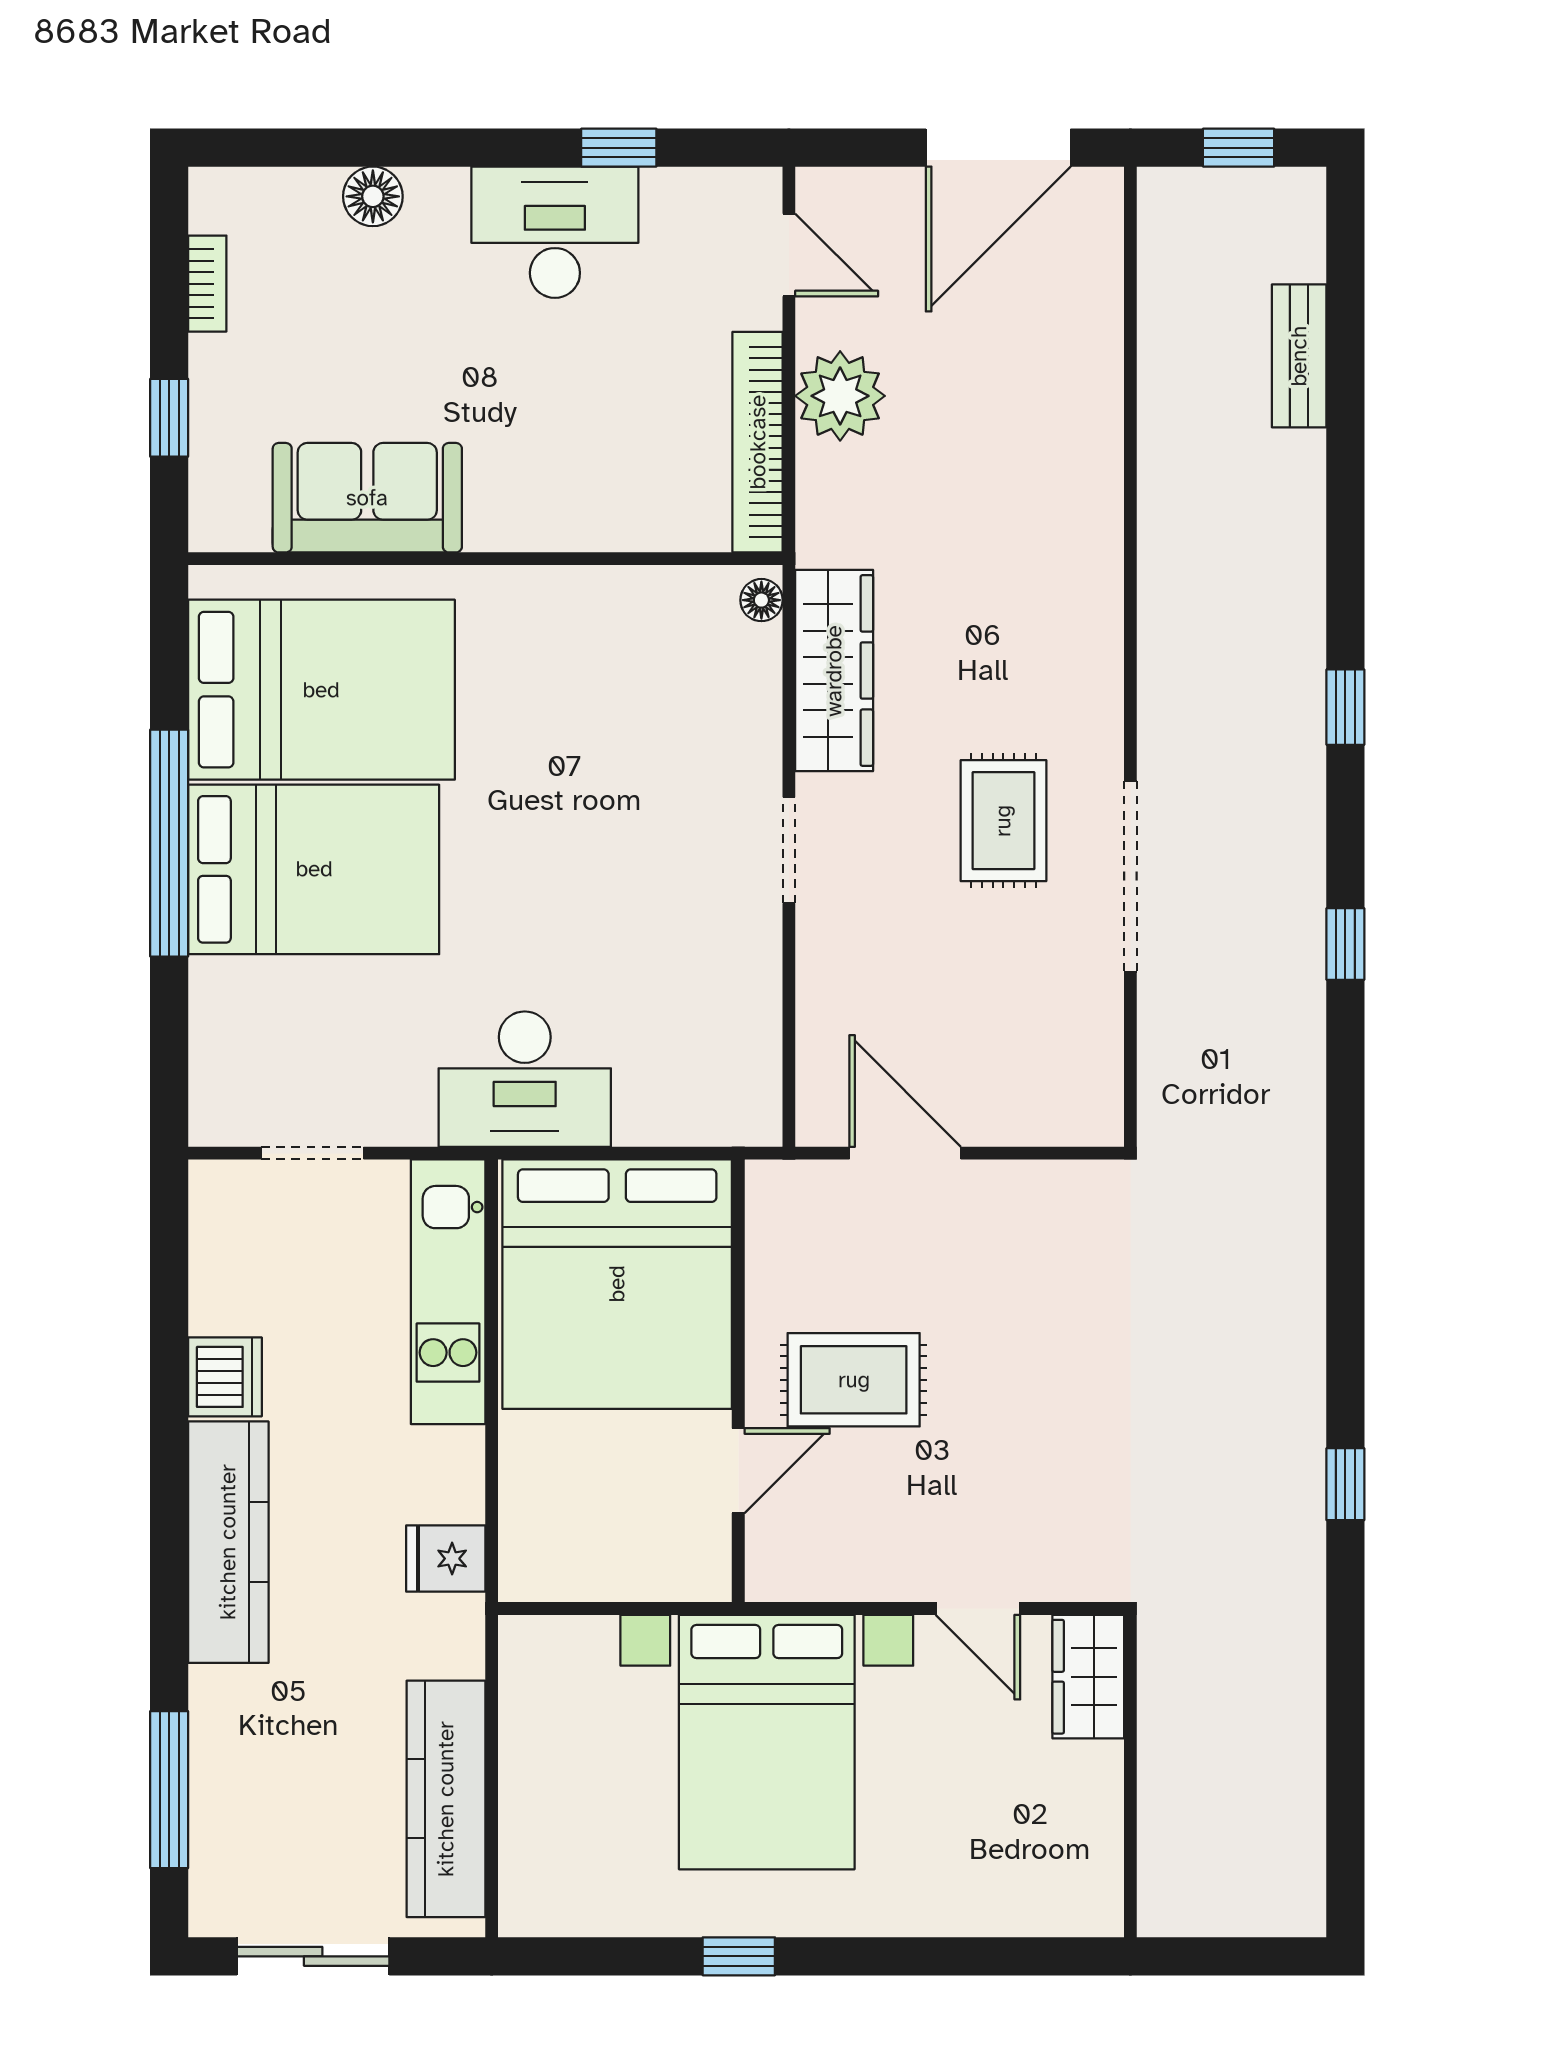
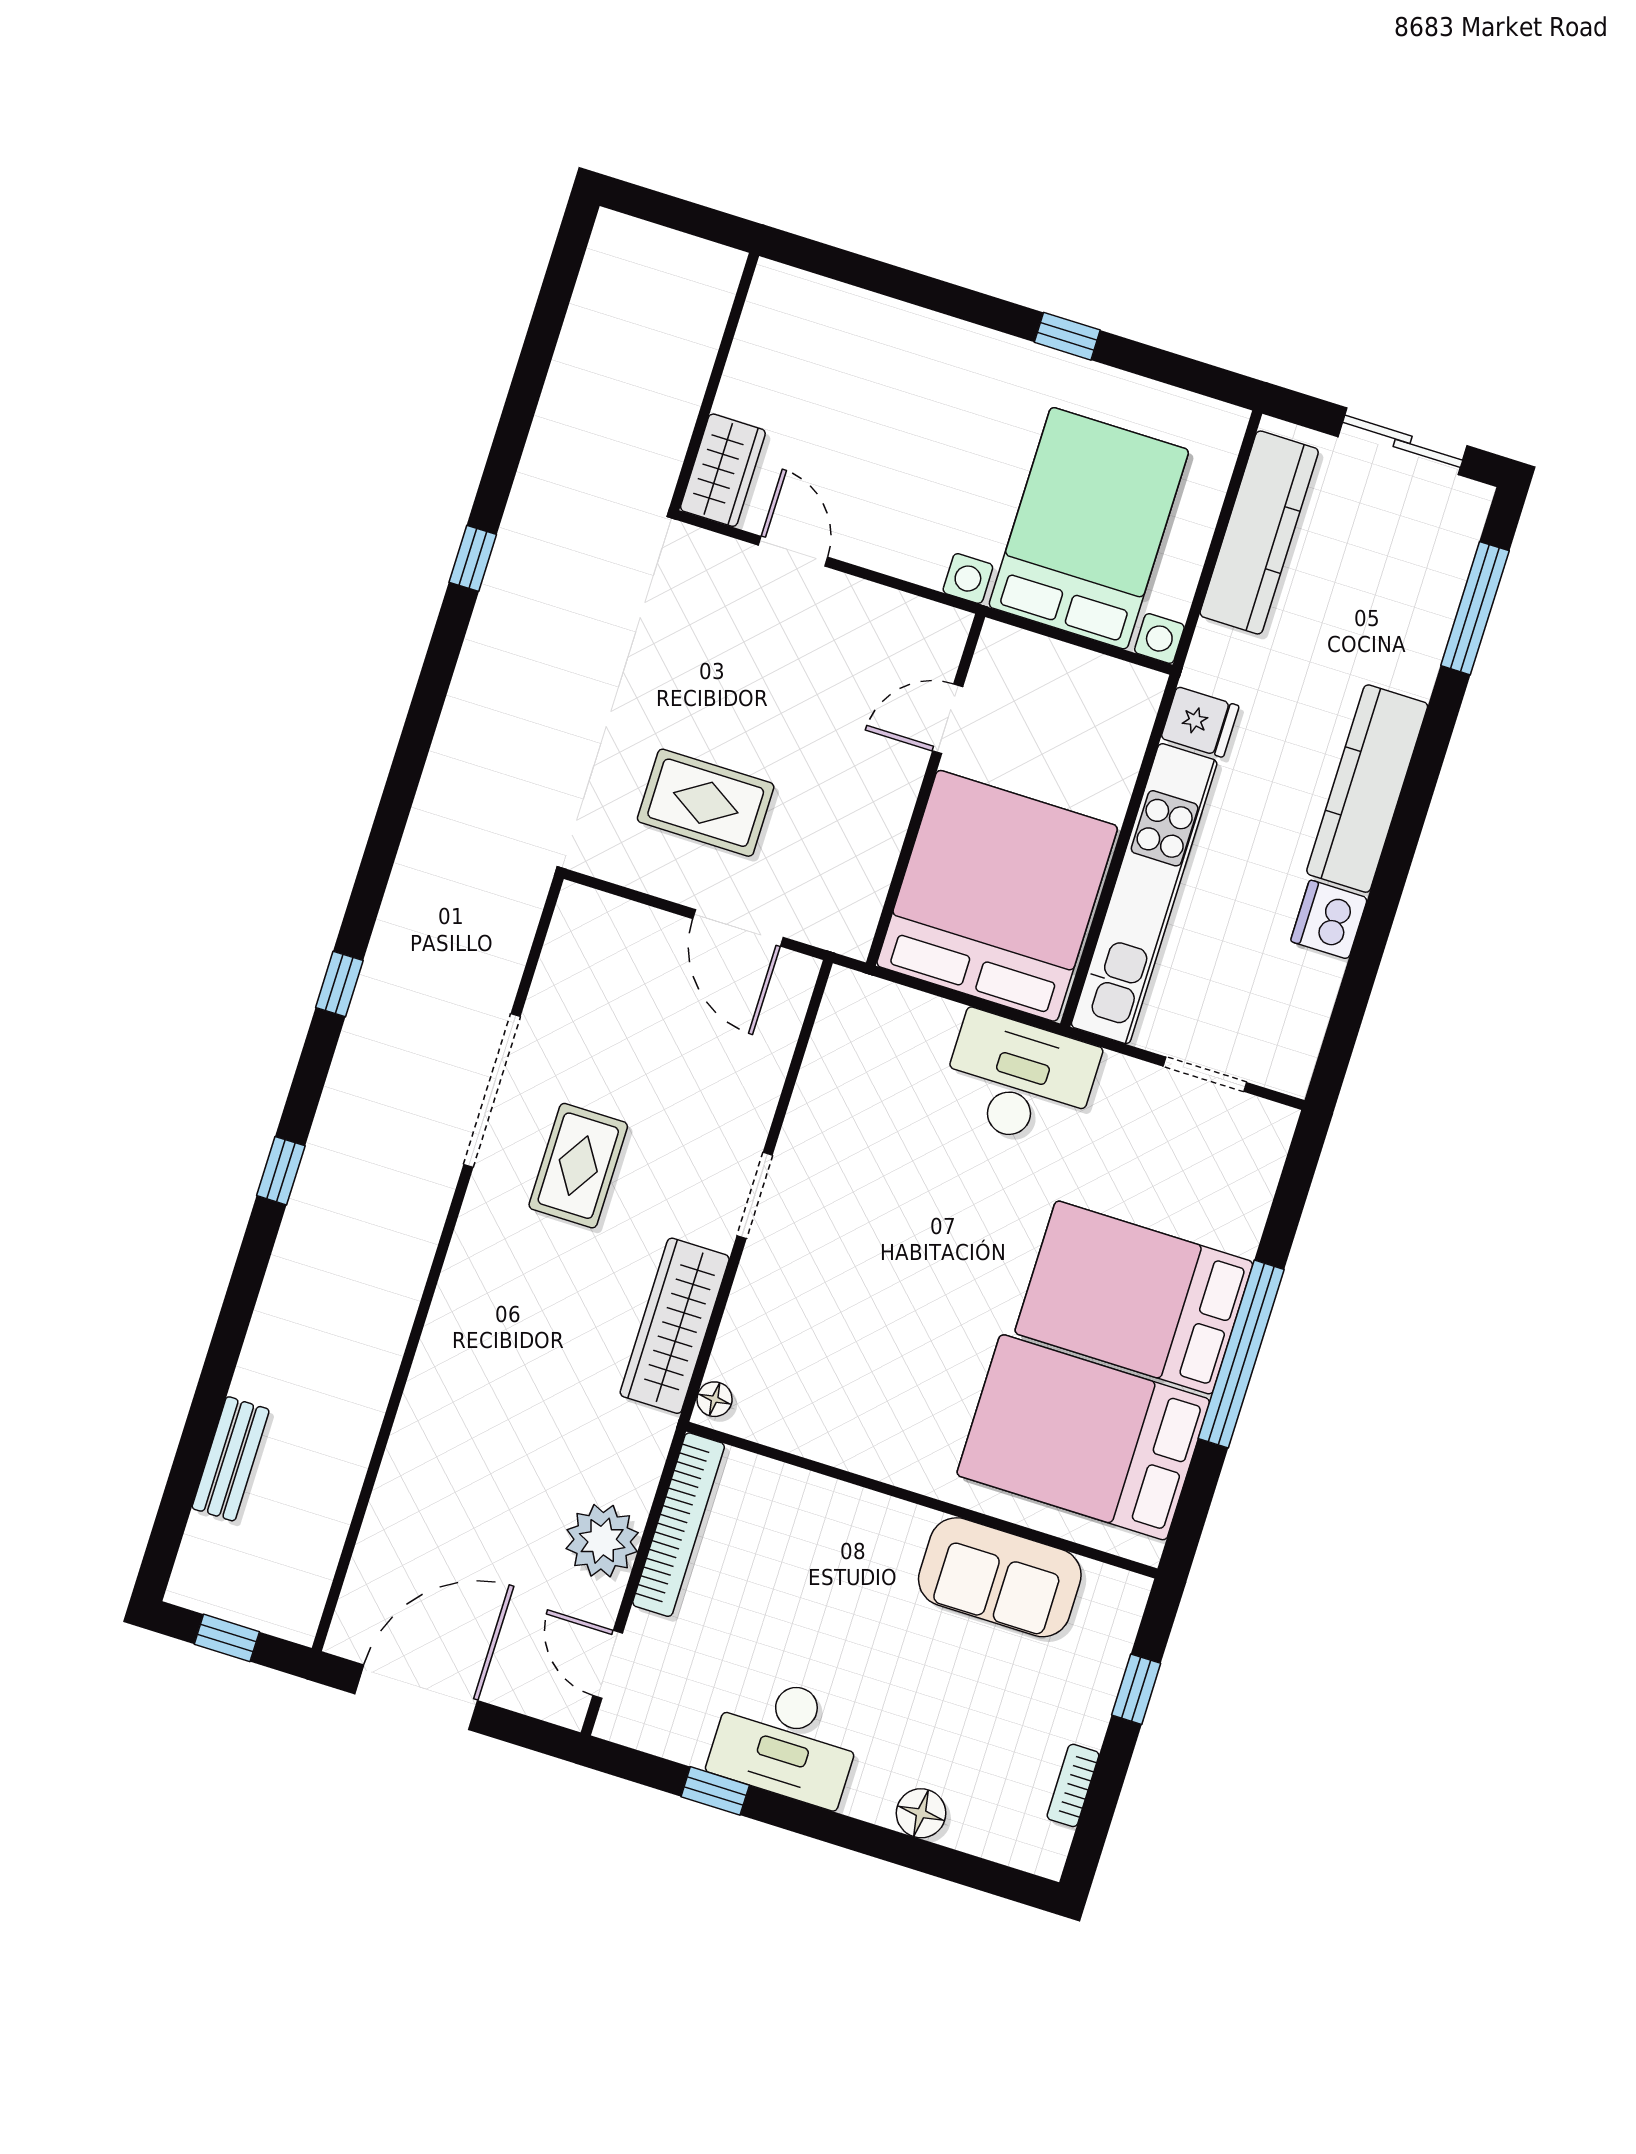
kitchen unit: (448, 1292) -> (1144, 894), width x1.36
rug: (854, 1380) -> (706, 803), moved
bed with nightstands: (767, 1742) -> (1089, 528), moved

